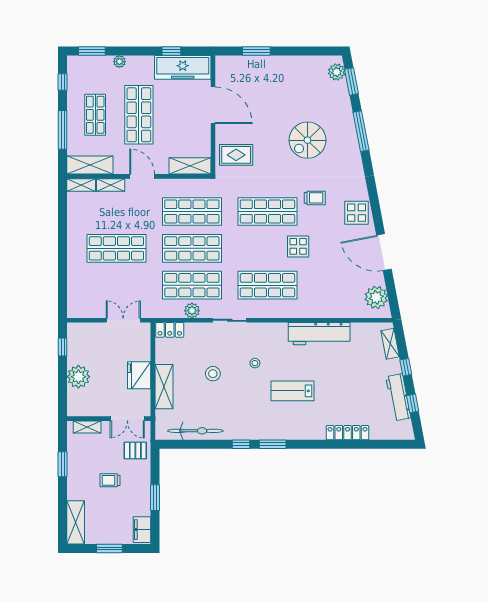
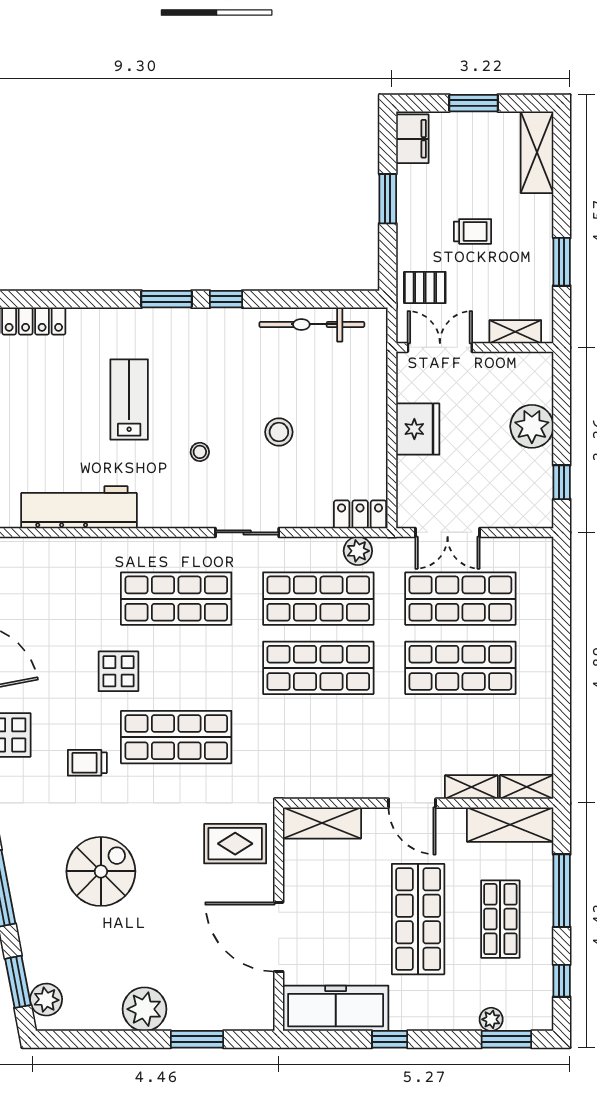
window: (171, 51) -> (390, 1039), moved
plant: (119, 62) -> (491, 1019), moved
plant: (284, 67) -> (144, 1009), added
shop shelf: (192, 212) -> (460, 599), moved
plant: (192, 311) -> (358, 551), moved
shelving: (164, 387) -> (371, 407), removed
lab bench: (292, 391) -> (129, 400), turned -90

